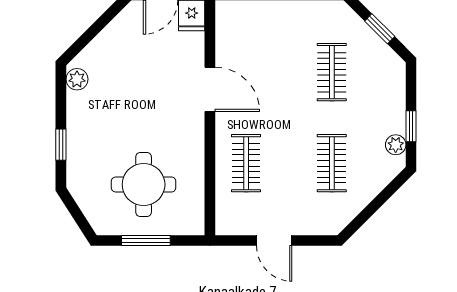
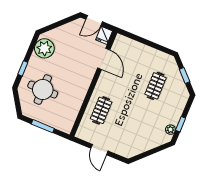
plant: (77, 79) -> (44, 48), width x1.88, depth x1.88
door: (210, 89) -> (104, 59), moved
clothes rail: (332, 163) -> (139, 126), removed
round table: (144, 185) -> (43, 90), moved

